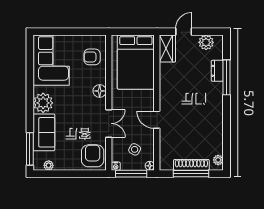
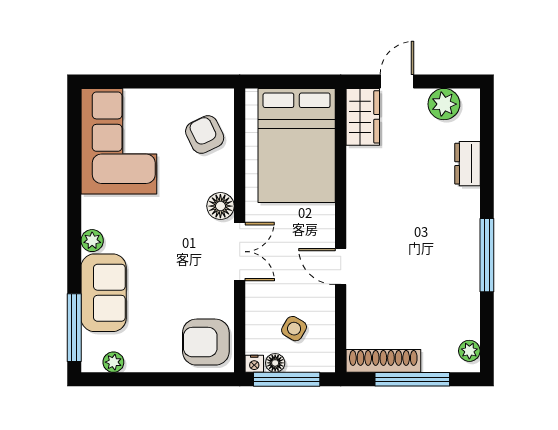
armchair: (92, 57) -> (205, 135), turned 64
window: (227, 77) -> (487, 255), moved
plant: (43, 103) -> (92, 241), width x0.53, depth x0.53
double door: (109, 123) -> (240, 252), moved
armchair: (93, 156) -> (206, 342), turned -90
shoe rack: (191, 165) -> (383, 361), moved
floor lamp: (150, 166) -> (275, 363), moved

